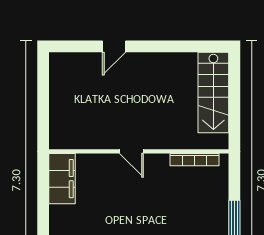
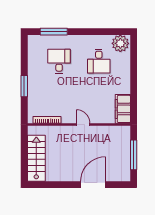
door: (114, 46) -> (93, 185), width x1.87
window: (43, 98) -> (134, 155), added

